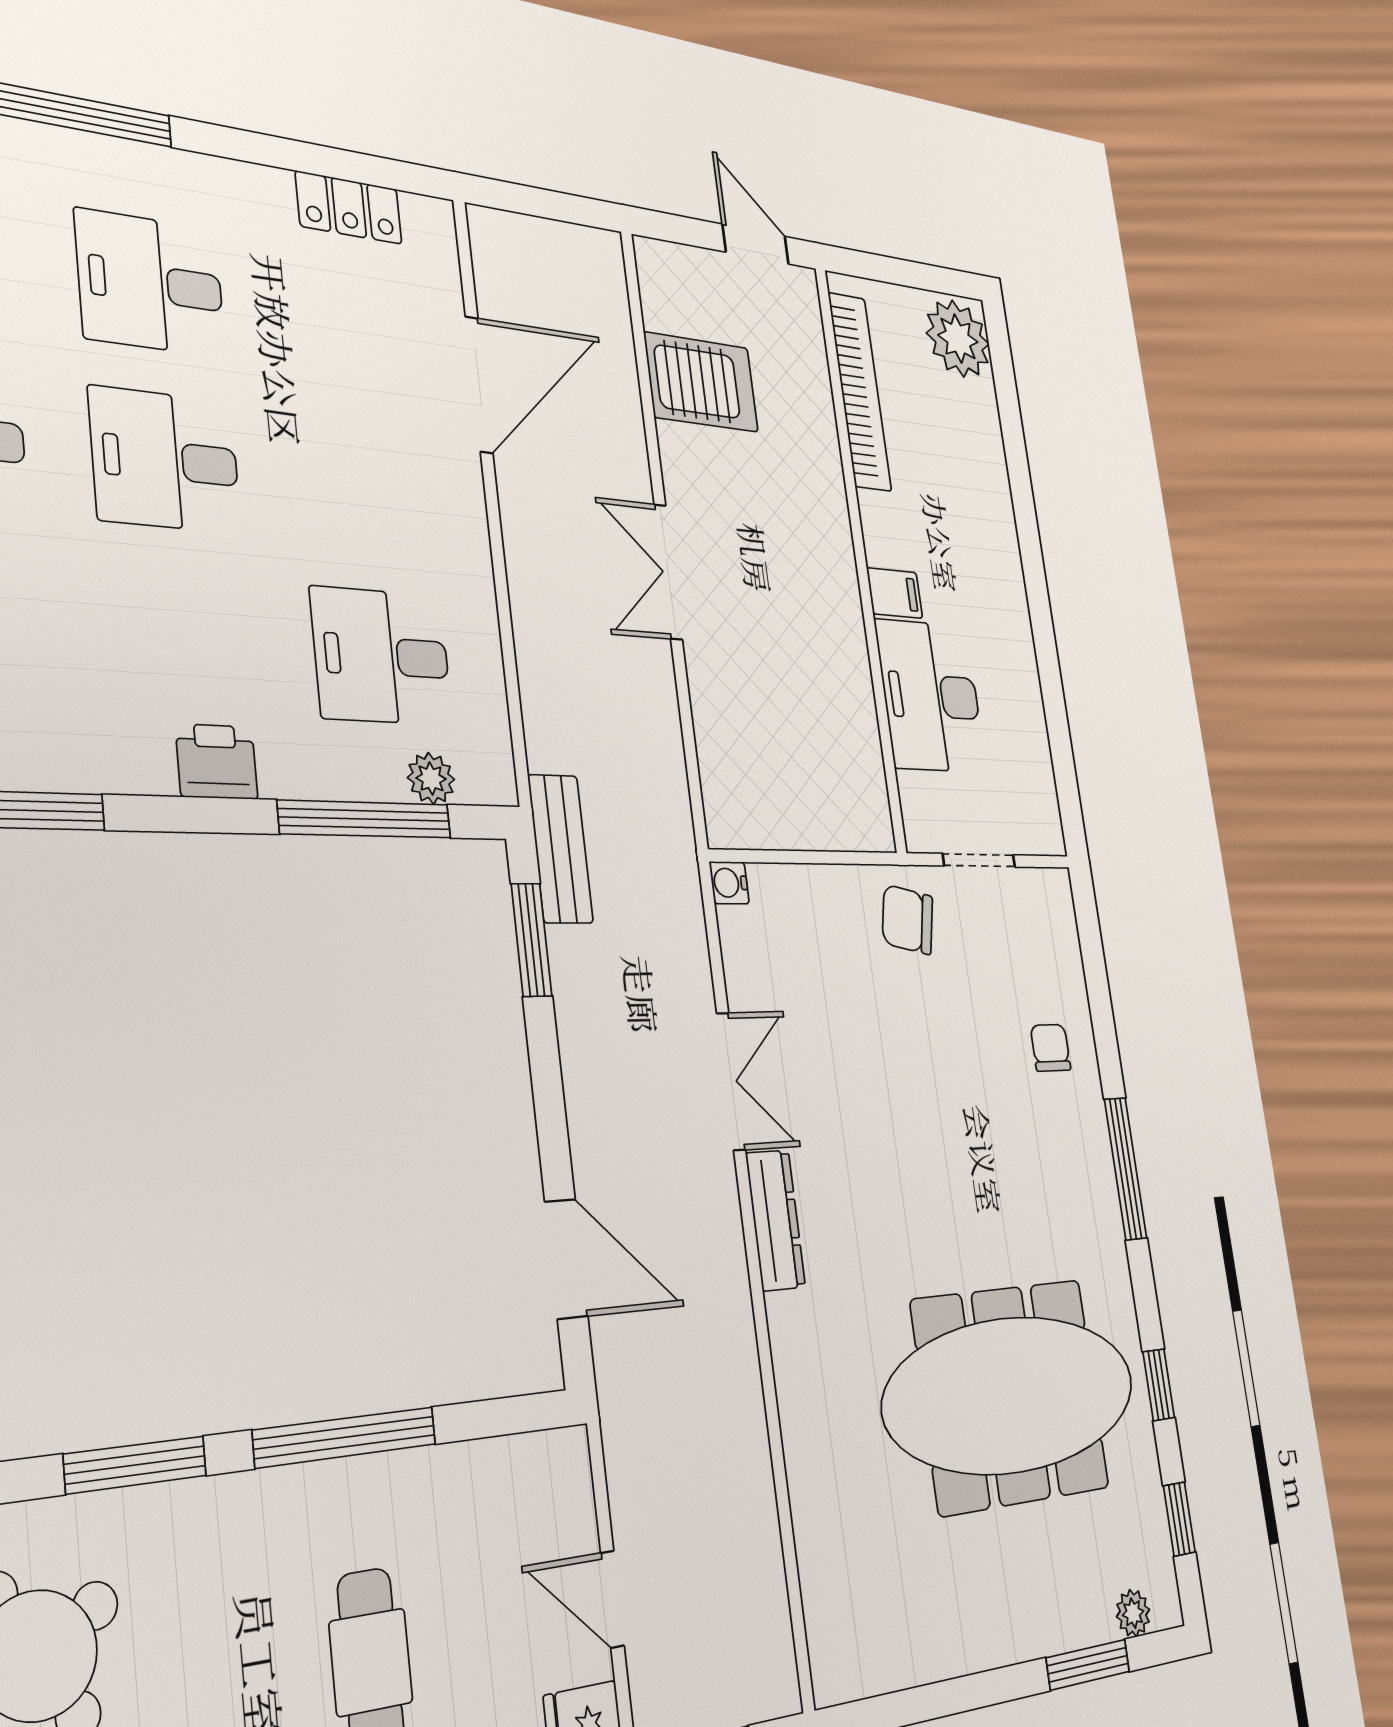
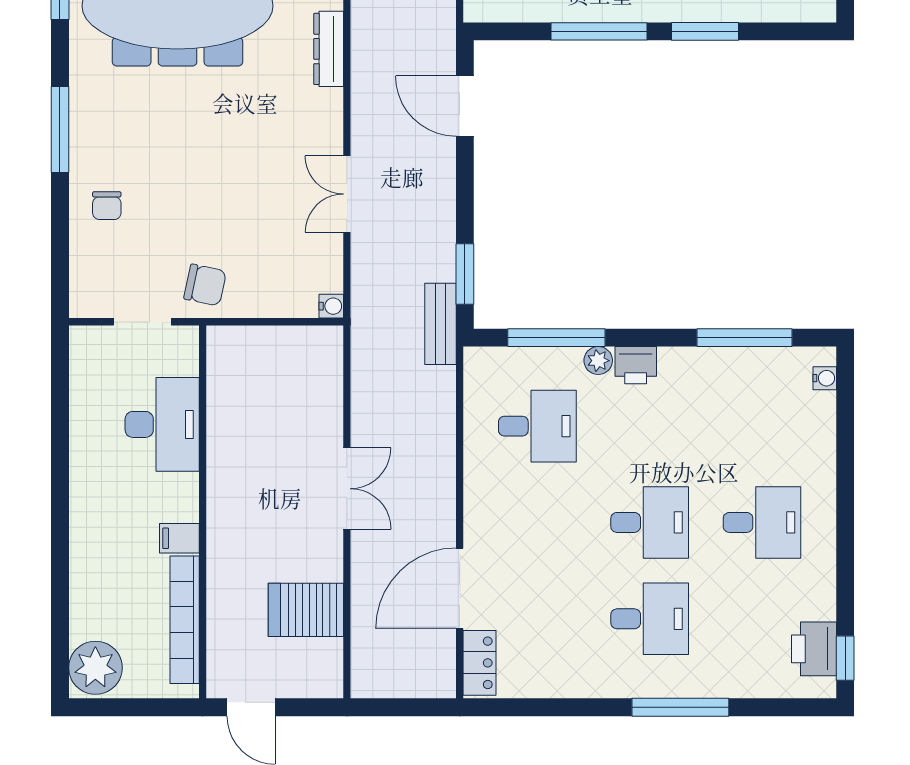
locker: (349, 208) -> (480, 663), moved, turned 90
filing cabinet: (895, 593) -> (179, 538), moved
plant: (431, 778) -> (598, 361), moved
dresser: (775, 1220) -> (329, 49), moved

